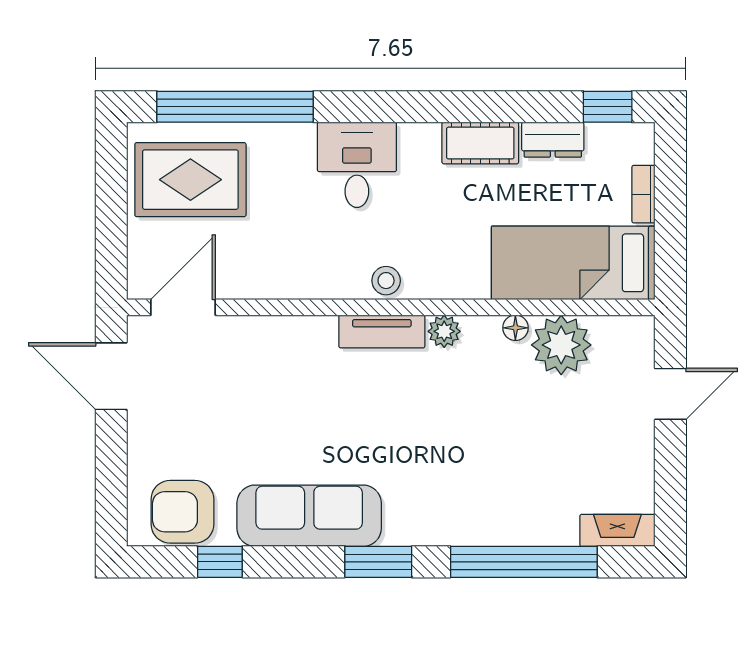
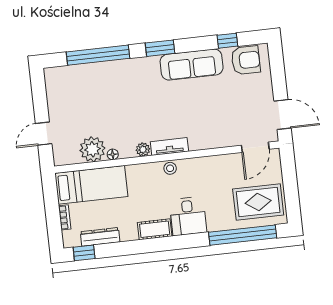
dresser: (553, 140) -> (100, 237), width x1.44
cot: (480, 143) -> (155, 229), moved
fireplace: (617, 530) -> (60, 73), removed

